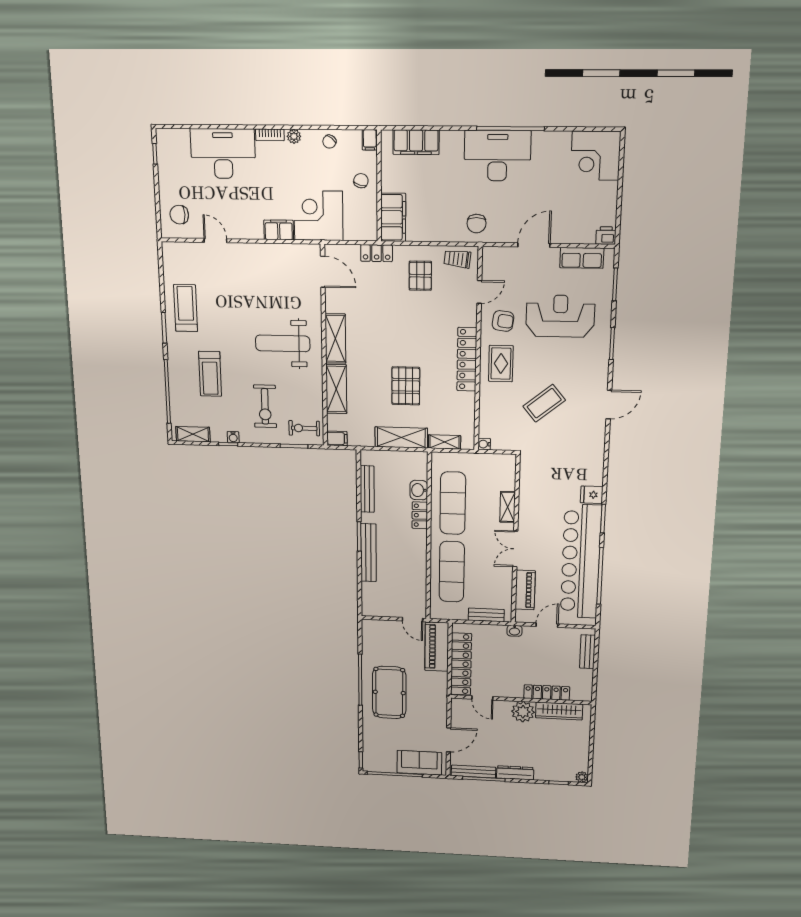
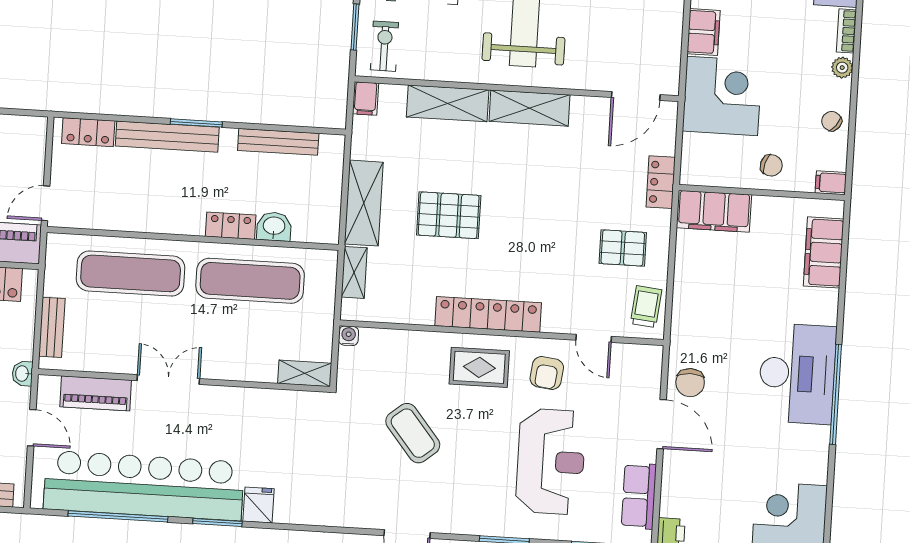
chair: (477, 224) -> (690, 383), moved, turned -90
shelving: (508, 507) -> (305, 373), moved
locker: (369, 597) -> (88, 132), added

